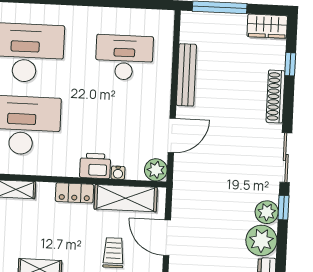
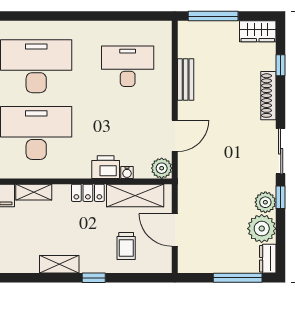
bench: (186, 75) -> (186, 80), width x0.73
trolley: (113, 253) -> (126, 246), turned 180

